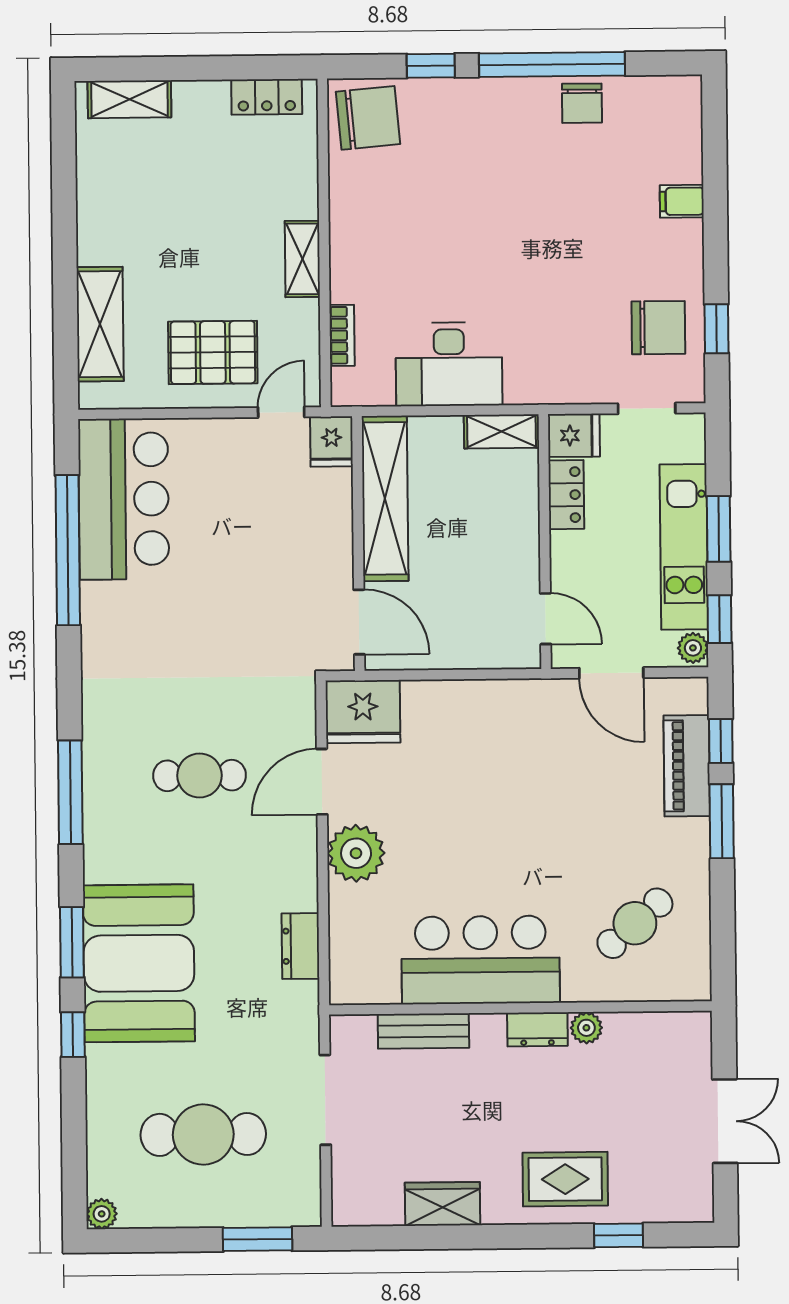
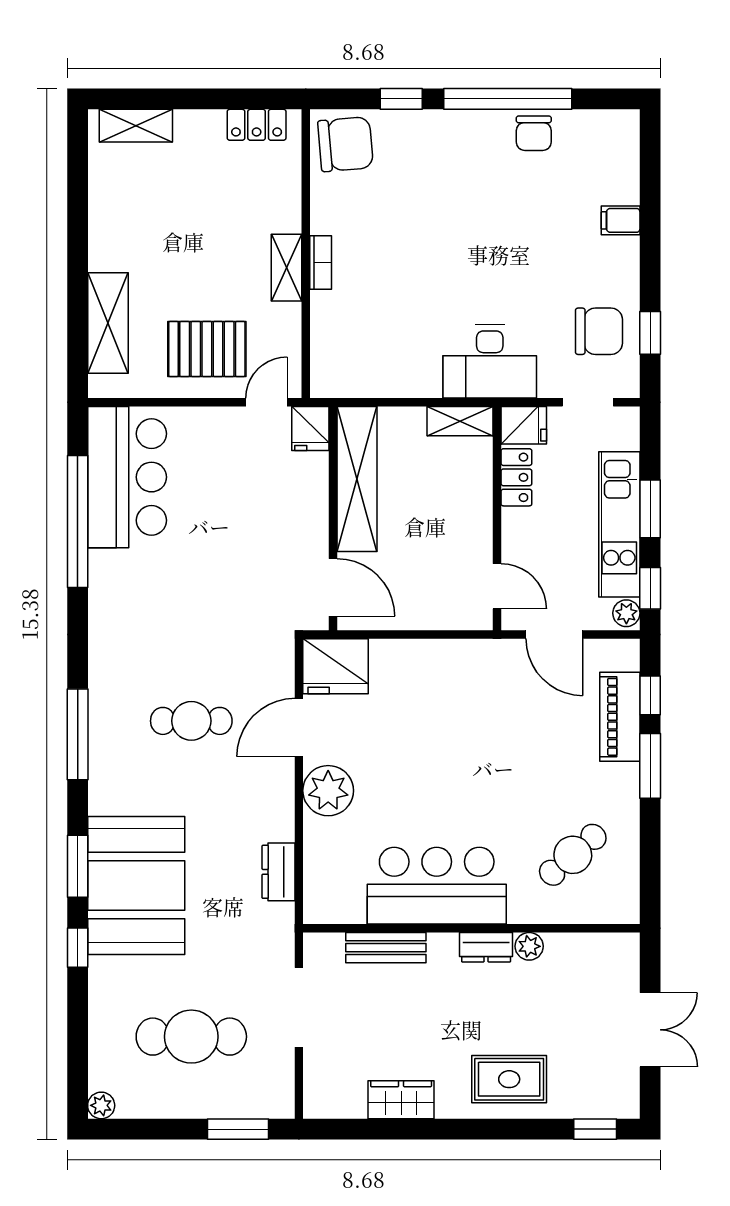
bookcase: (342, 335) -> (321, 263), moved
desk: (449, 364) -> (490, 362), moved
window: (619, 1235) -> (595, 1129), moved

